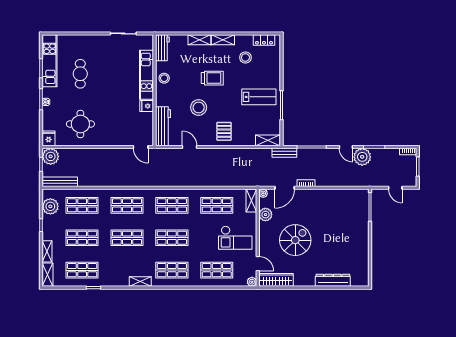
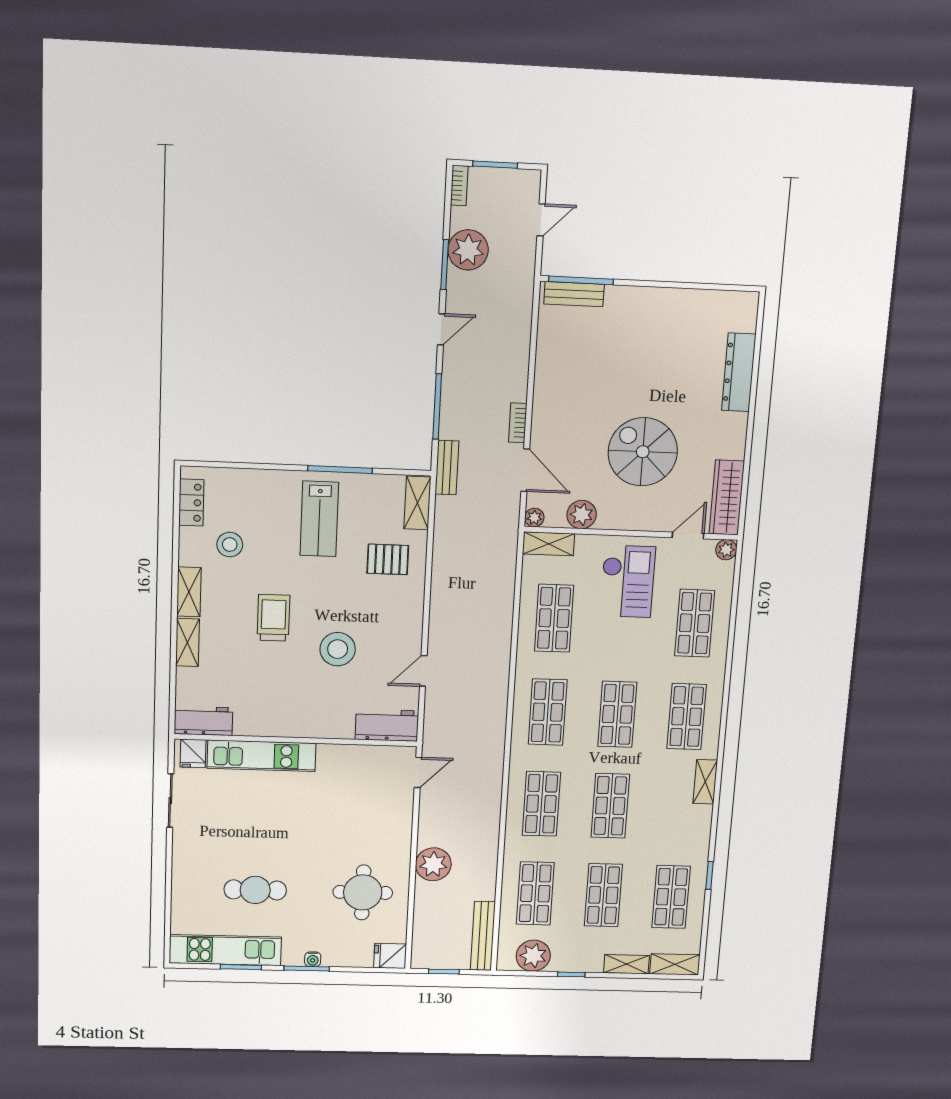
stool: (164, 78) -> (270, 719), removed
lab bench: (259, 97) -> (319, 519), turned 180
fridge: (147, 106) -> (193, 753), moved
workbench: (163, 126) -> (387, 725), width x0.73
pallet: (224, 131) -> (388, 559), moved
plant: (51, 156) -> (433, 864), moved
plant: (362, 157) -> (468, 250), moved
bench: (364, 204) -> (574, 294), added

